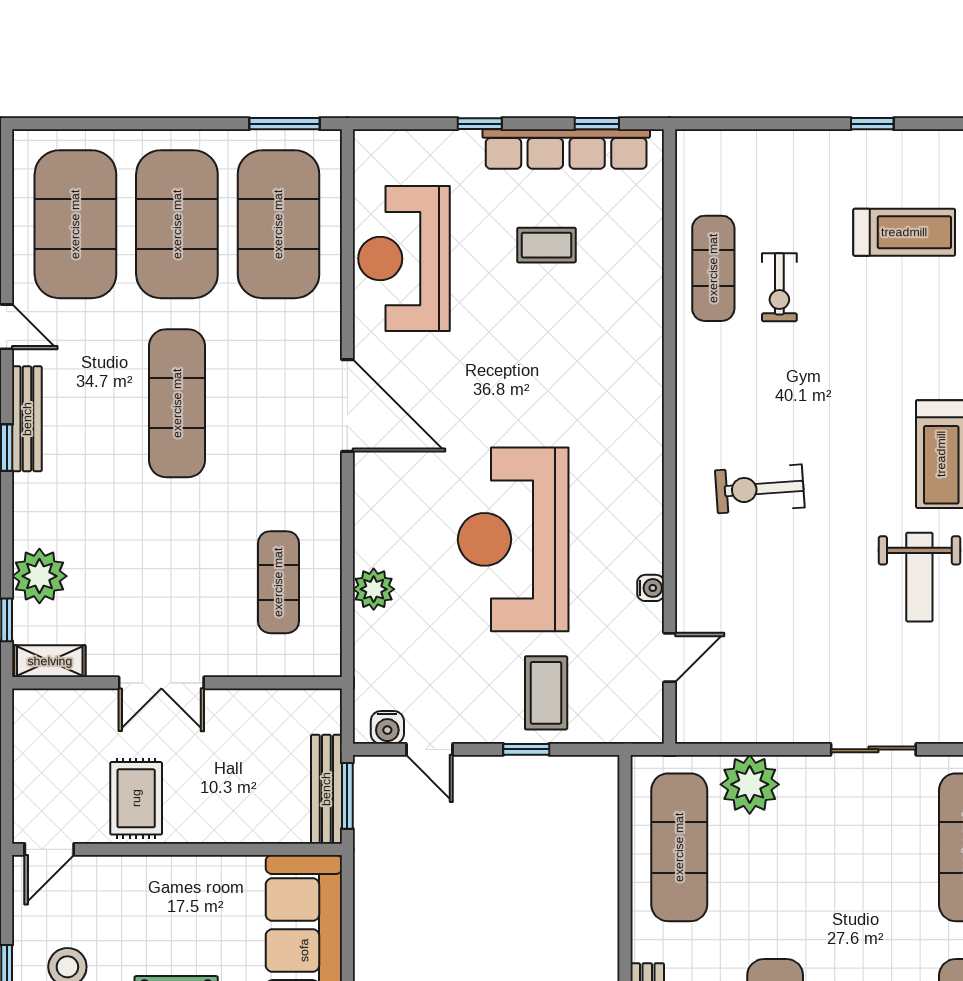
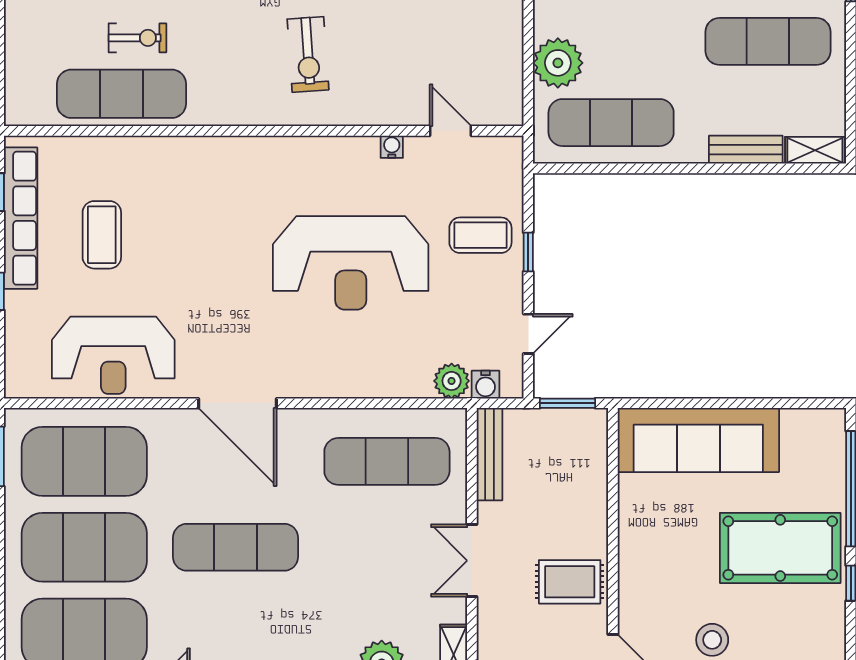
coffee table: (546, 245) -> (102, 235), width x1.36, depth x1.30
exercise mat: (713, 268) -> (121, 94), width x1.36, depth x1.45
door: (347, 406) -> (237, 403), swing flipped
exercise mat: (278, 582) -> (387, 461), width x1.36, depth x1.45
plant: (374, 589) -> (452, 381), moved
double door: (161, 683) -> (472, 561), swing flipped
water cooler: (387, 727) -> (486, 385), moved, turned 90
bench: (326, 789) -> (490, 454), moved, turned 90

